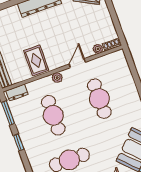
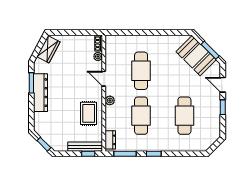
rug: (36, 60) -> (89, 113), turned 90
cafe table: (99, 99) -> (141, 71), turned 90
cafe table: (53, 115) -> (141, 116), turned 90

